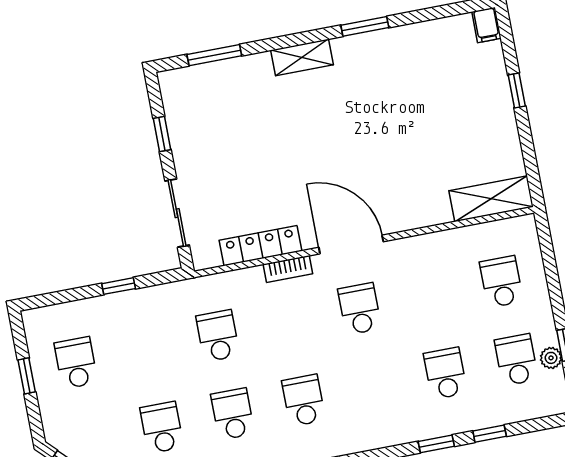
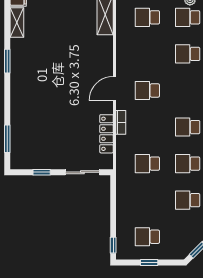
shelving: (302, 57) -> (17, 22), moved
door: (351, 245) -> (115, 89), width x0.73
window: (119, 286) -> (113, 245), moved

